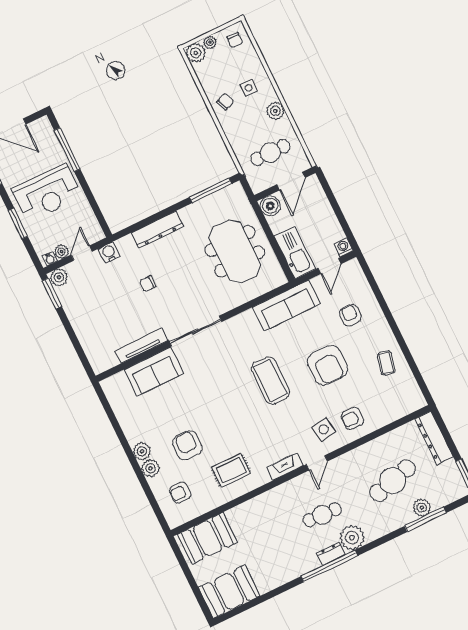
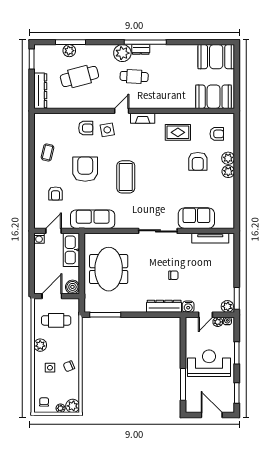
dresser: (157, 230) -> (164, 306), moved
tv unit: (141, 346) -> (210, 238), moved

